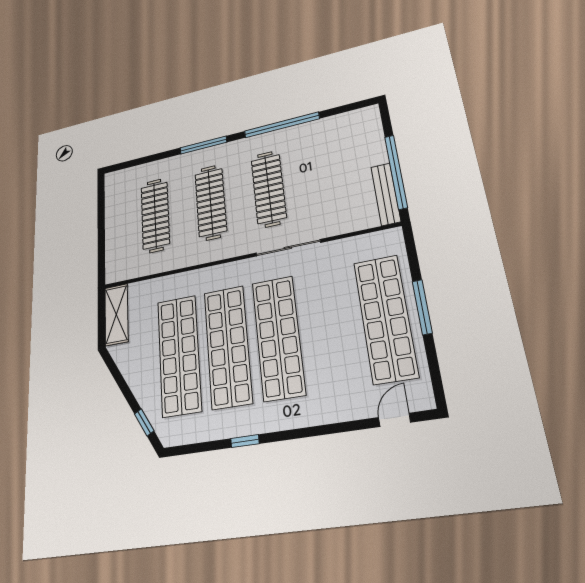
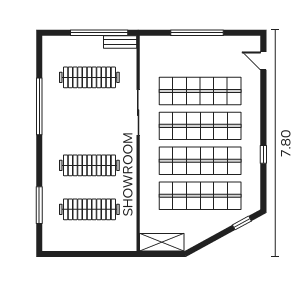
window: (203, 145) -> (39, 205), moved
clothes rail: (269, 189) -> (89, 77), moved
bench: (386, 194) -> (120, 42), width x0.73
window: (422, 307) -> (197, 33), width x1.46
shop shelf: (385, 318) -> (200, 91), moved

